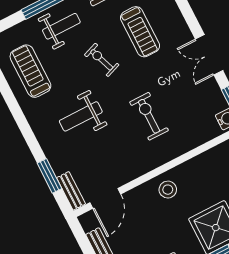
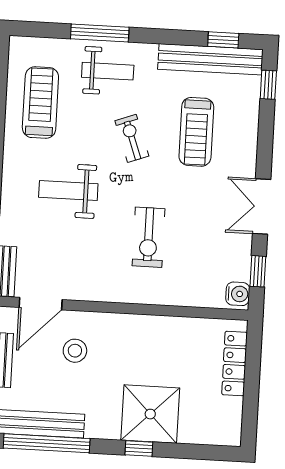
exercise bike: (149, 116) -> (149, 237), turned 180
stool: (168, 190) -> (75, 351), moved

